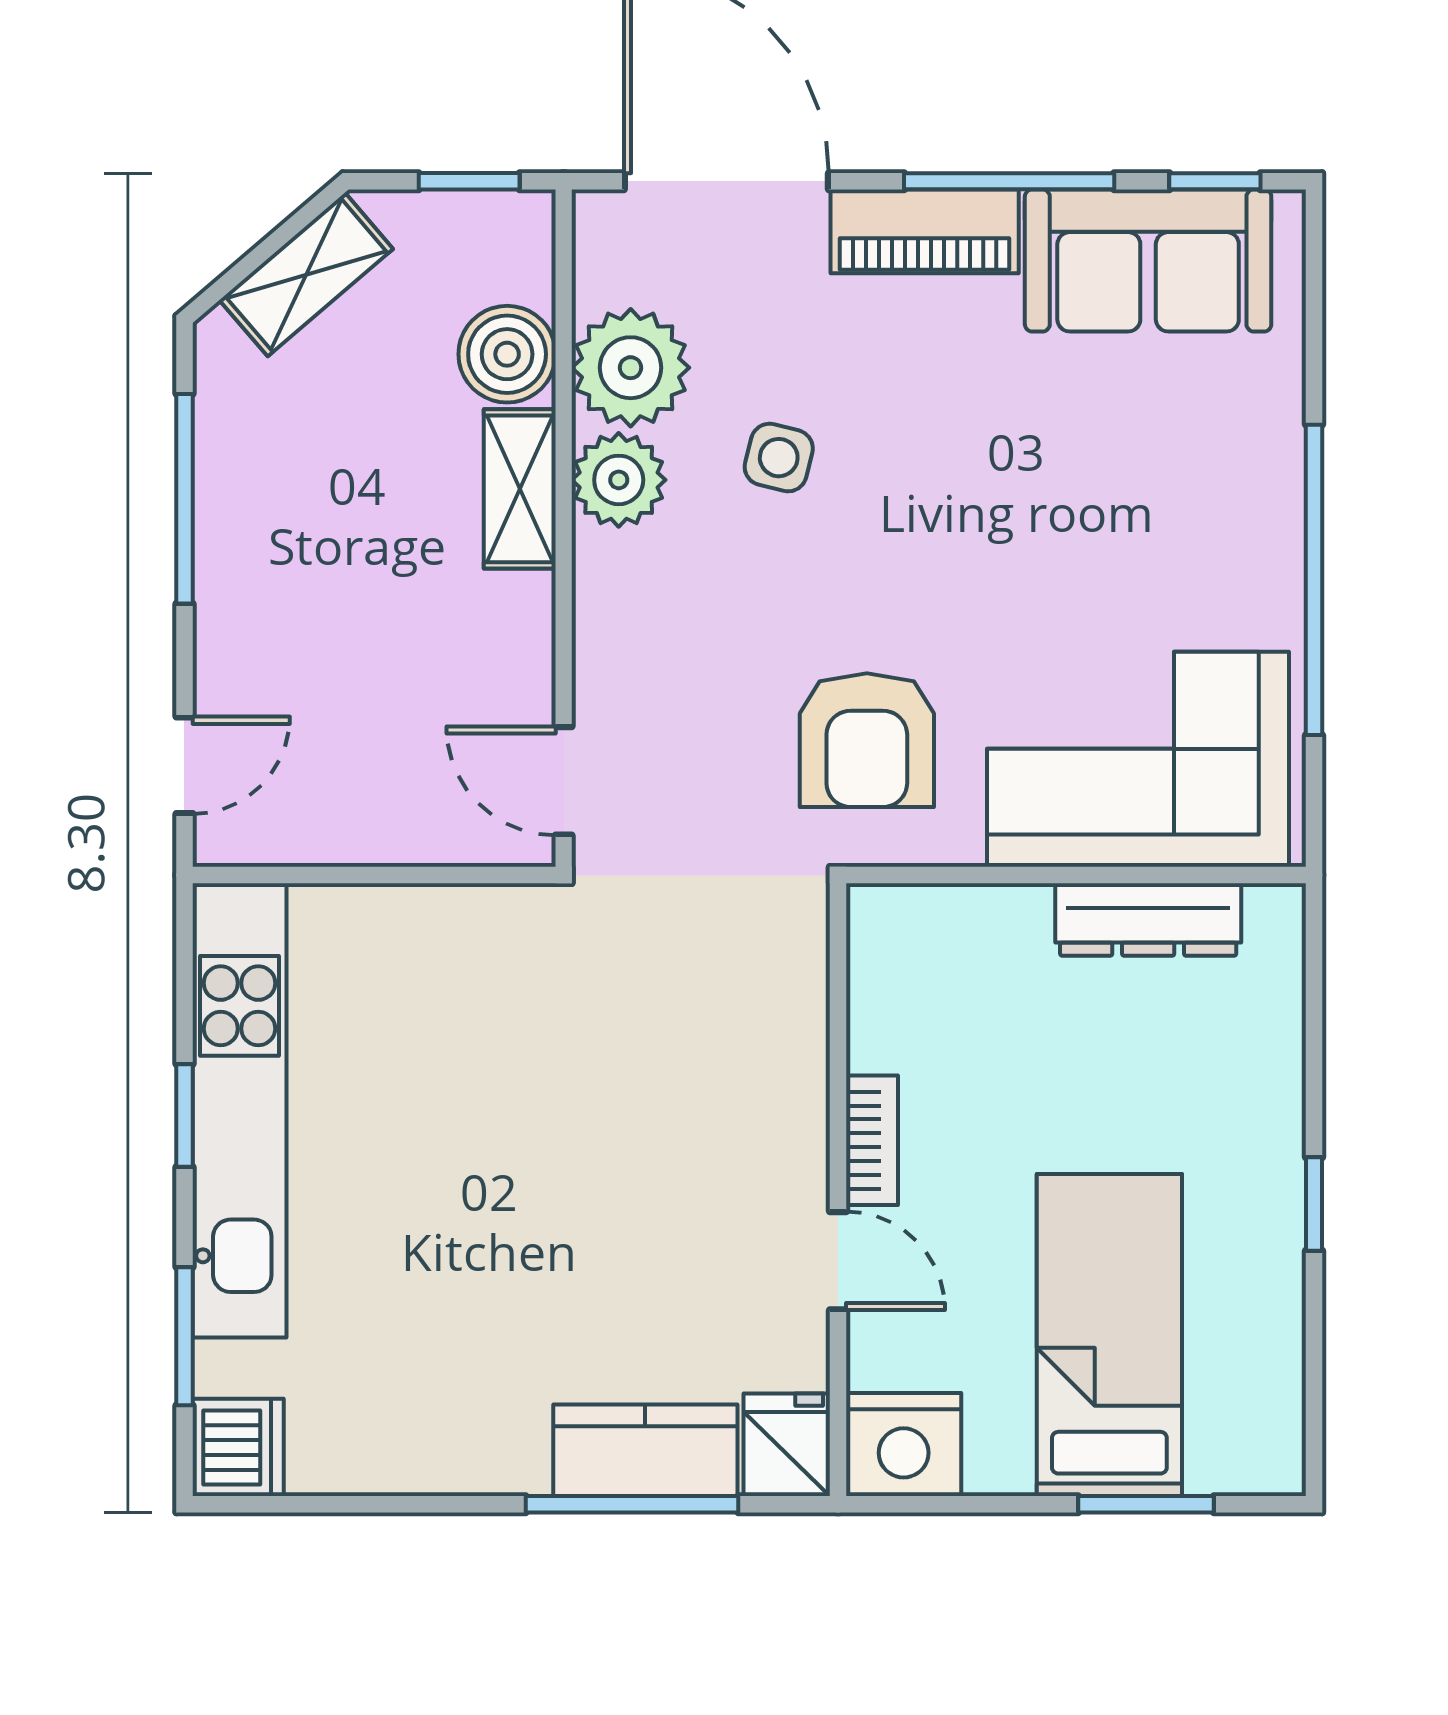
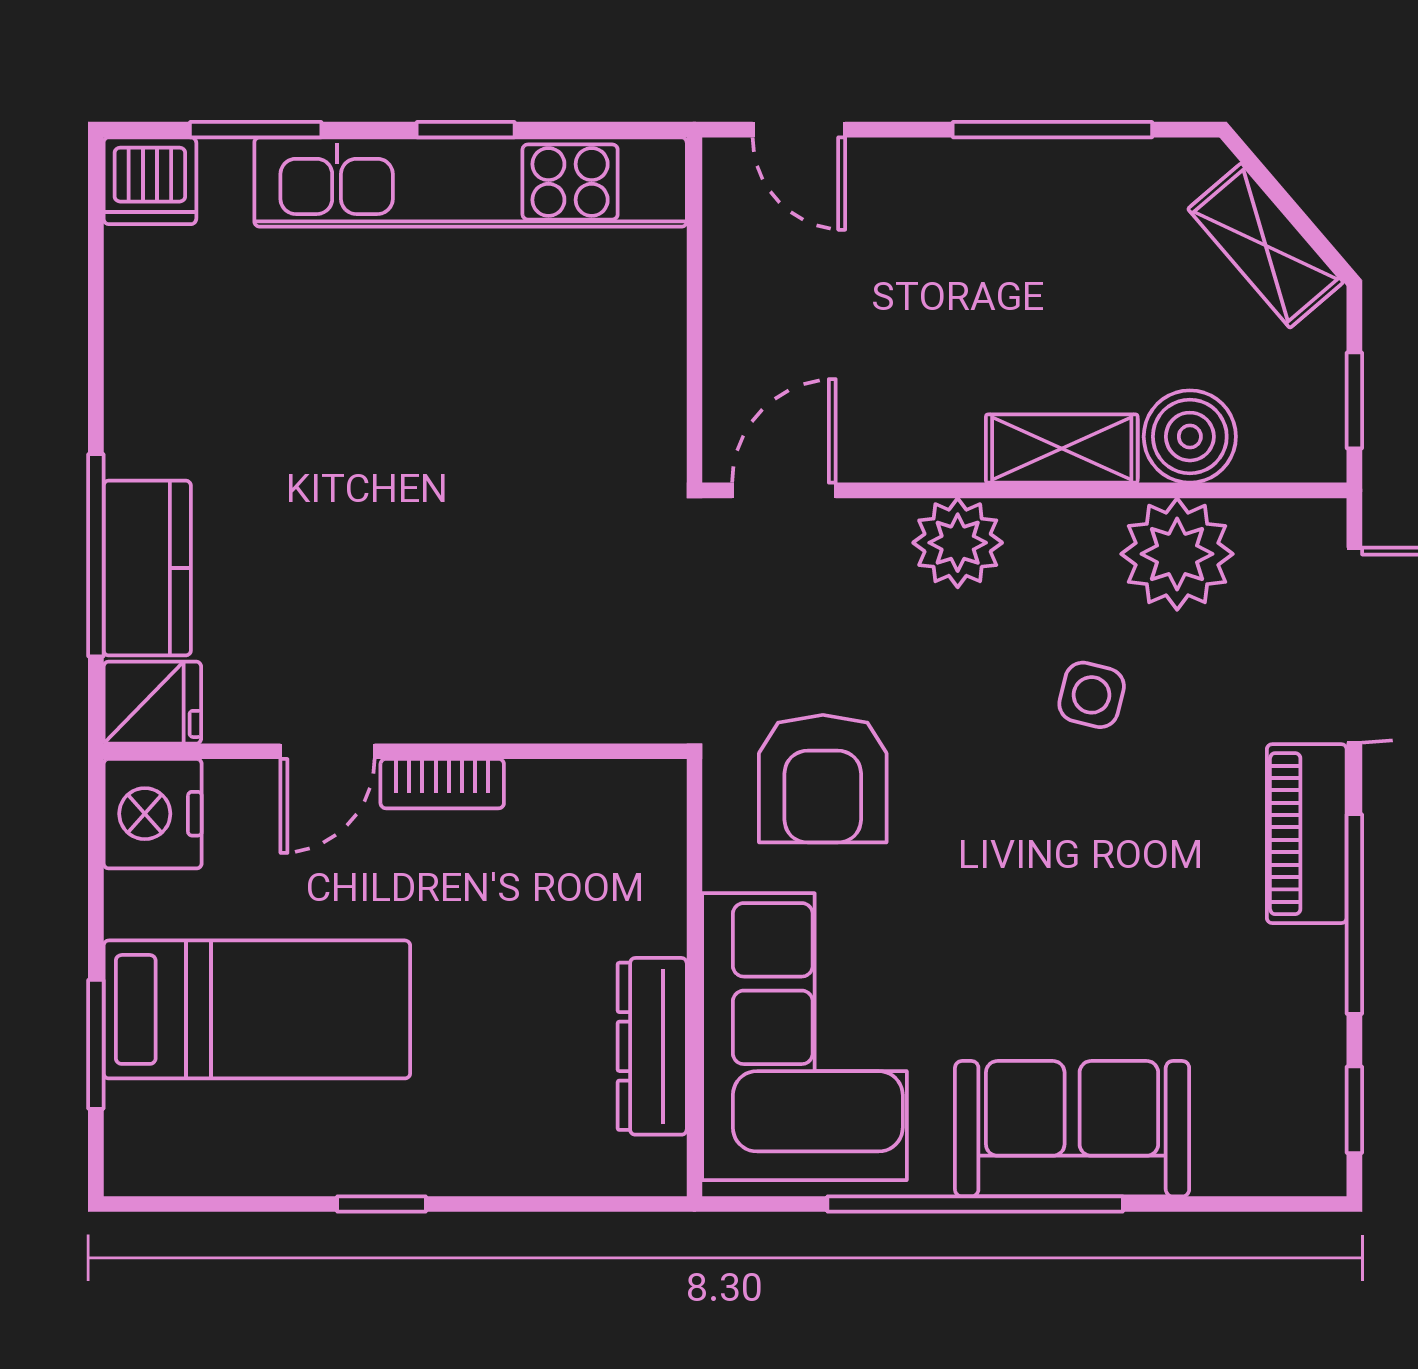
sofa: (1148, 260) -> (1072, 1129), moved, turned 90
plant: (619, 480) -> (958, 543), moved
armchair: (867, 740) -> (823, 779), turned -90

